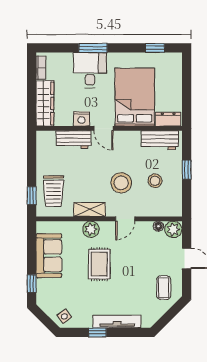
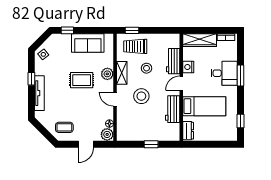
bed: (135, 97) -> (204, 106), width x0.67
workbench: (160, 140) -> (173, 109), moved
stool: (155, 181) -> (146, 68), moved

